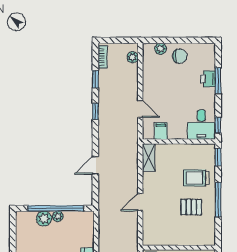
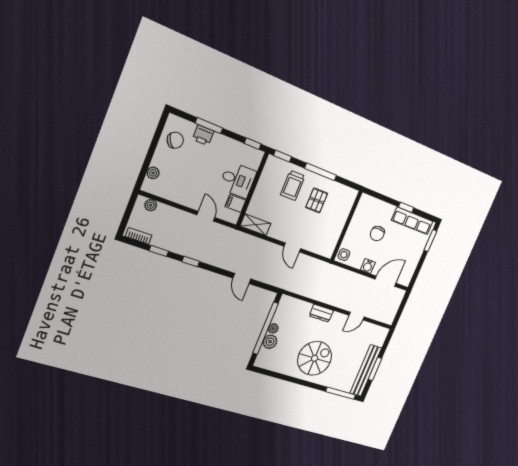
chair: (180, 56) -> (175, 140), moved, turned 58
door: (140, 109) -> (206, 216), hinge flipped
desk: (201, 125) -> (238, 180), moved

